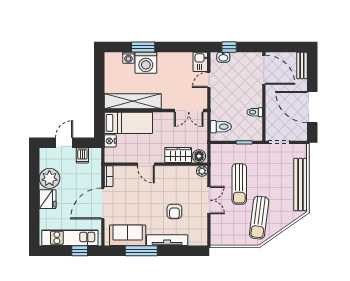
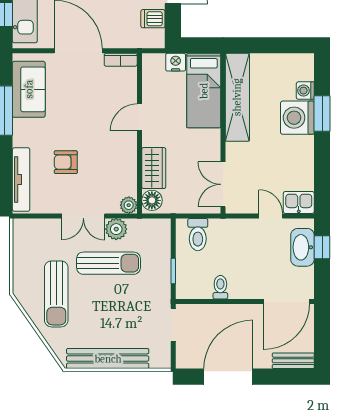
washbasin: (223, 57) -> (302, 247), width x1.91, depth x1.45
plant: (217, 179) -> (116, 229), added
sun lounger: (239, 184) -> (108, 263), turned 180
sun lounger: (259, 218) -> (56, 294), turned -97
tv unit: (167, 240) -> (21, 179), moved

